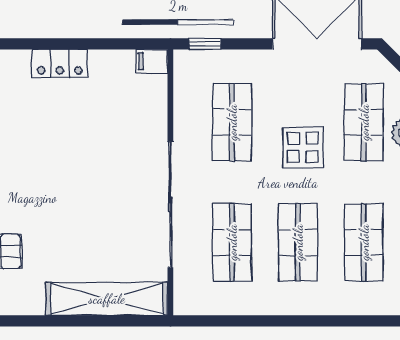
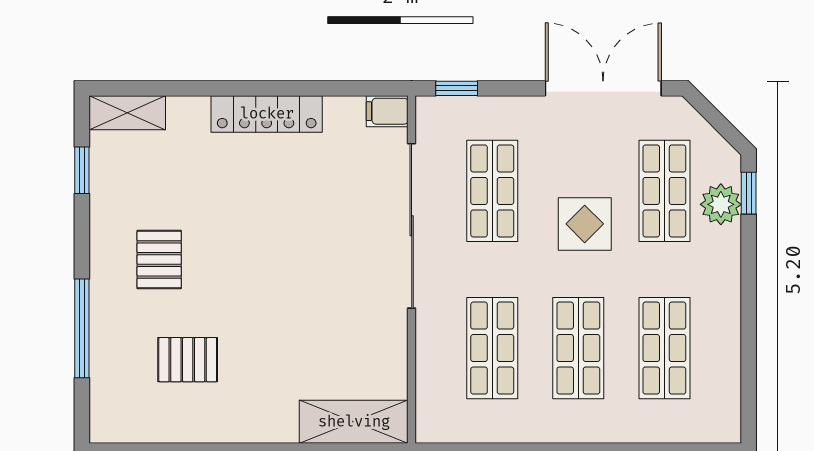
locker: (60, 63) -> (267, 114), width x1.53
sliding door: (170, 205) -> (412, 226), moved
shelving: (107, 299) -> (354, 422), width x0.68

